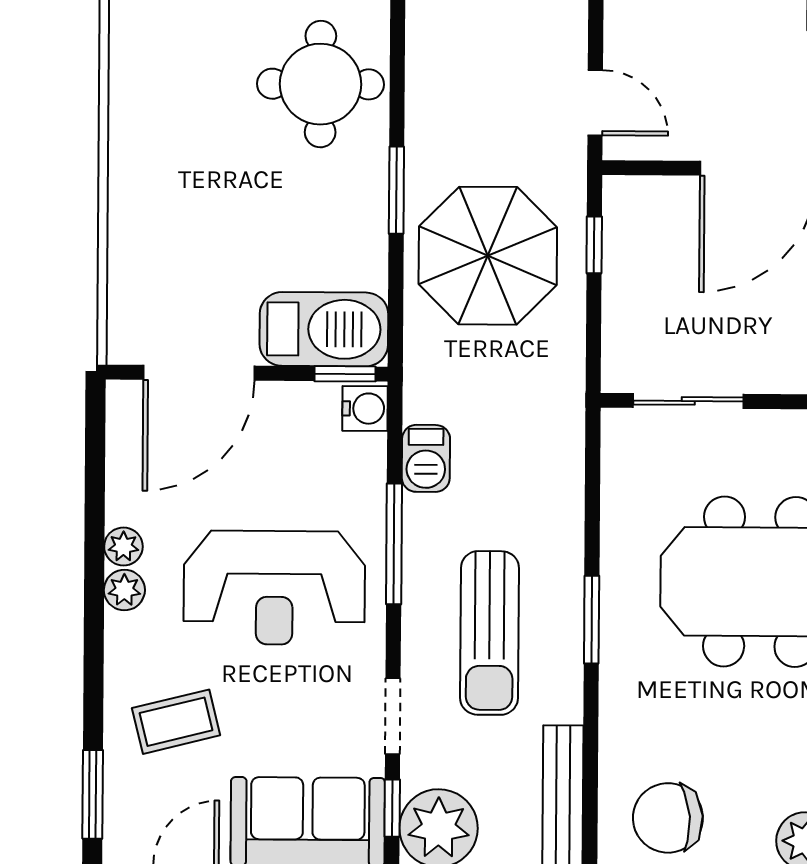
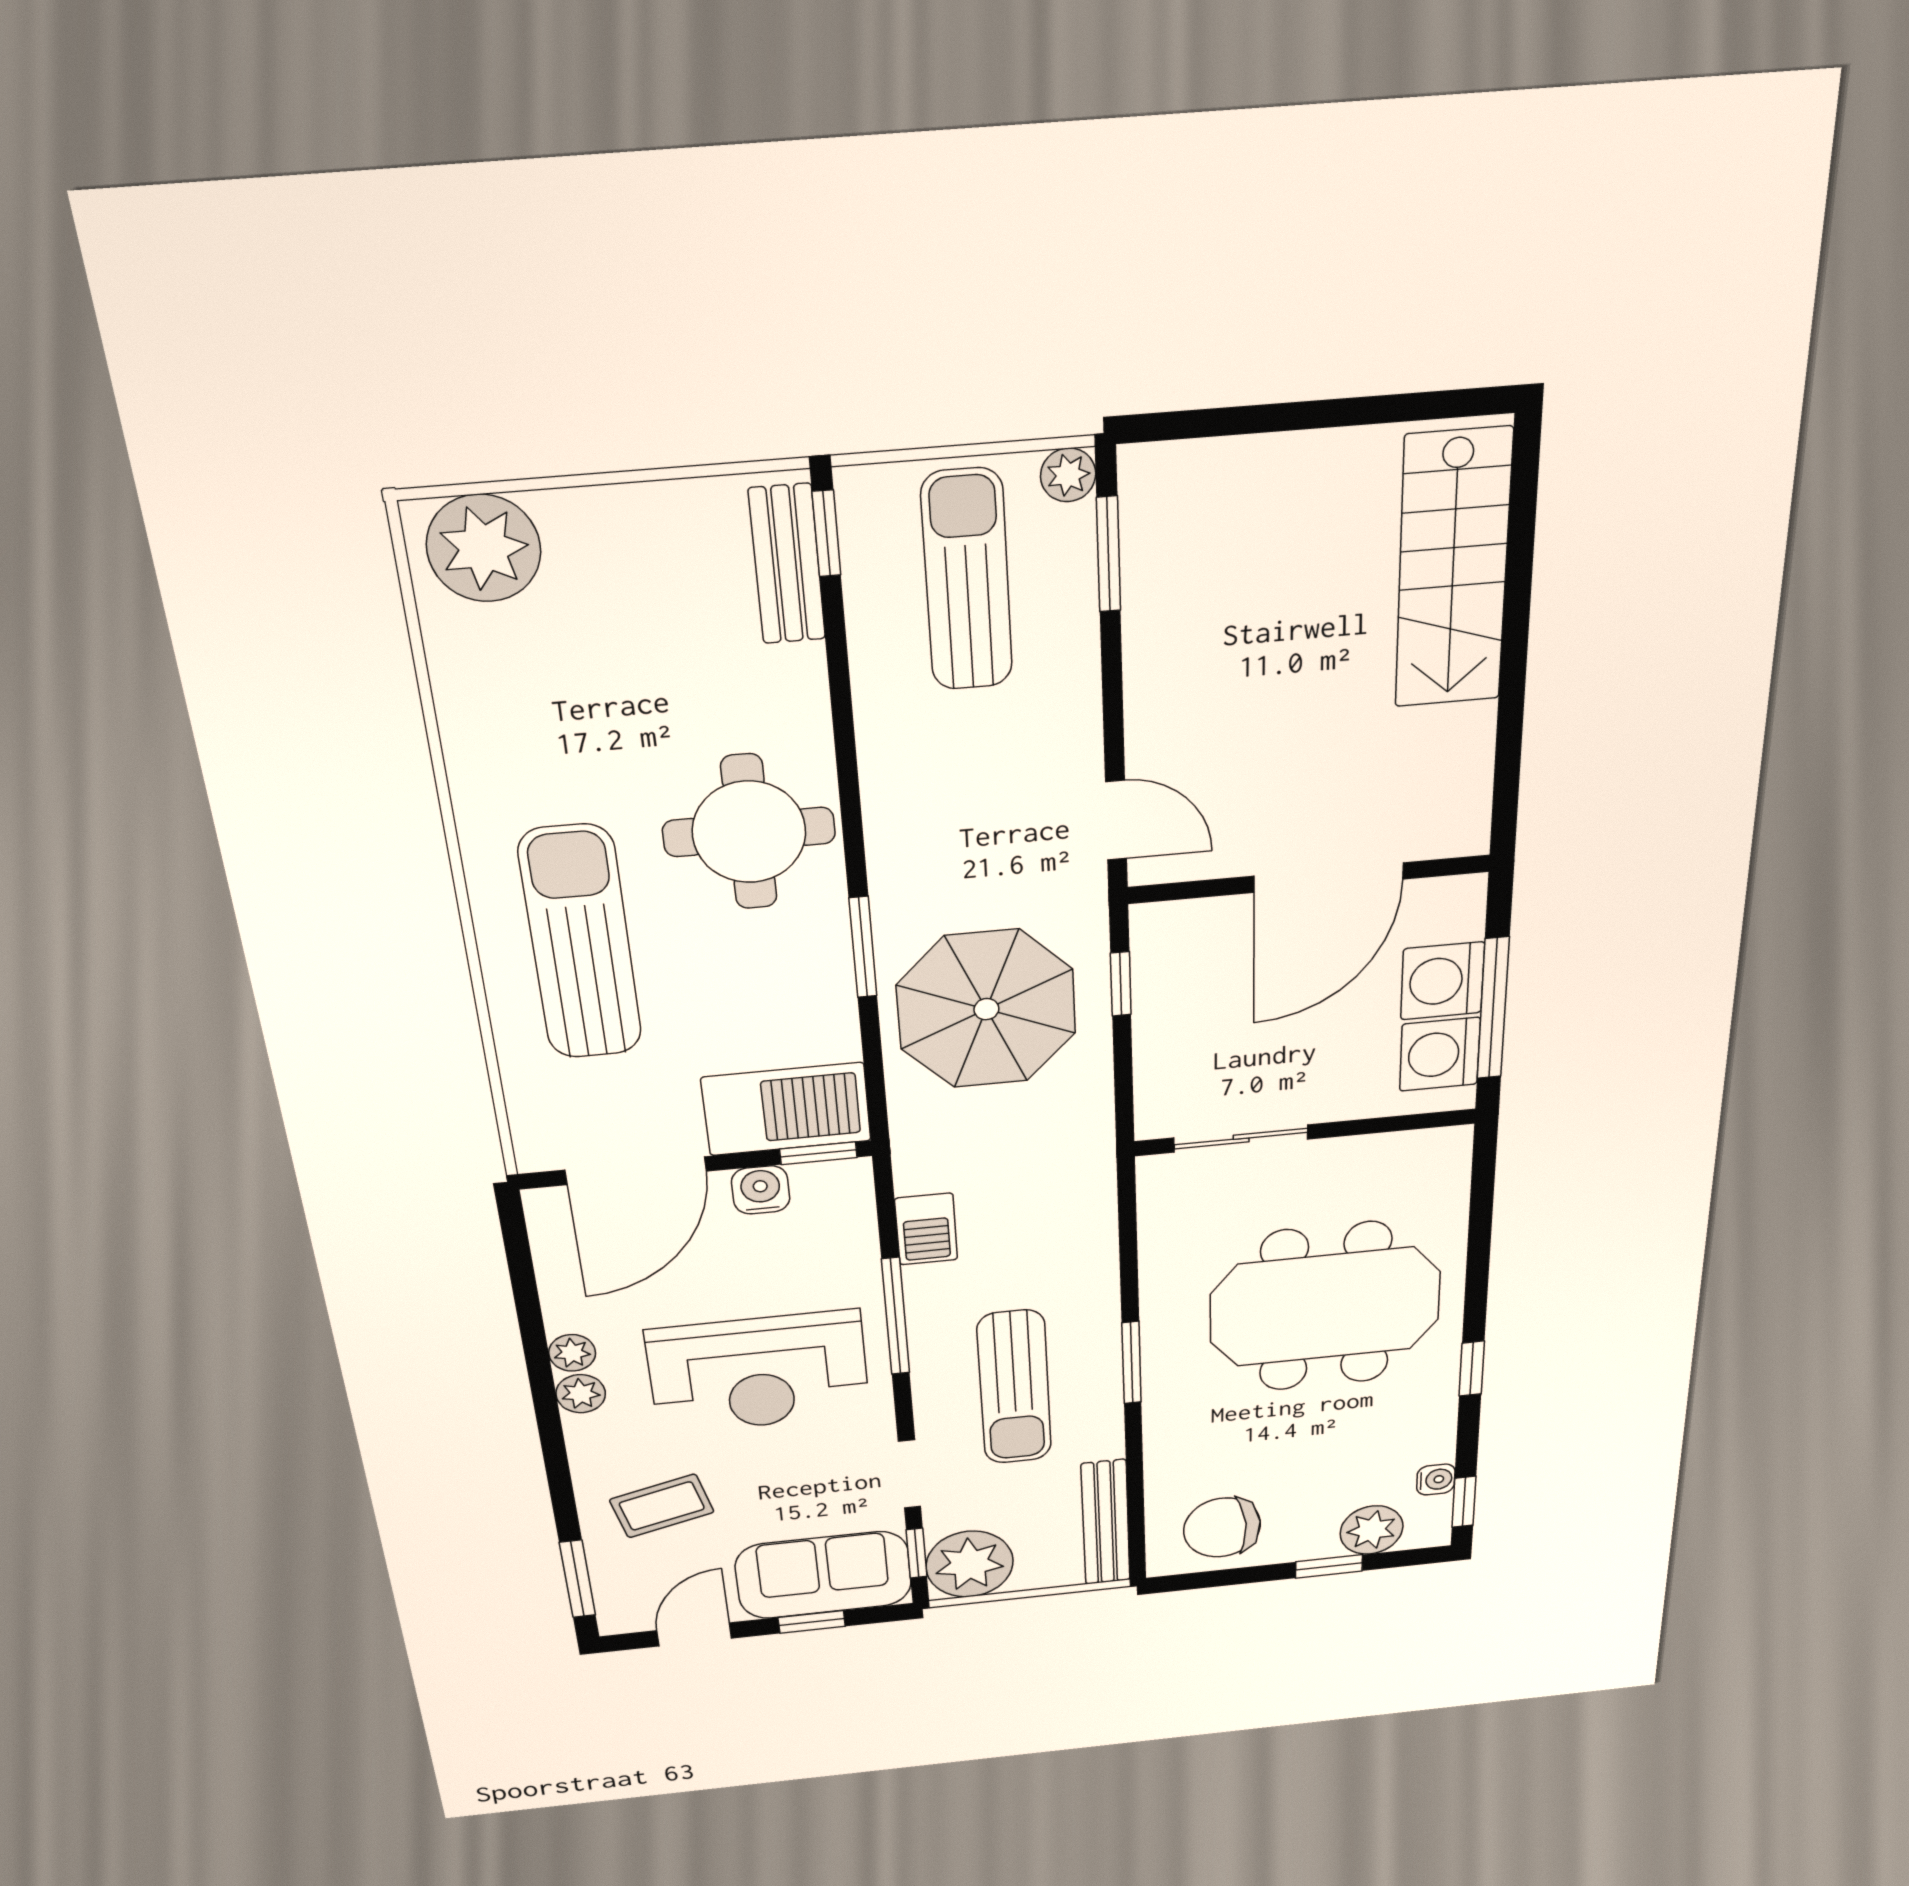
sun lounger: (185, 163) -> (581, 943), added
water cooler: (365, 409) -> (761, 1190), moved, turned -90

